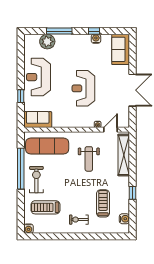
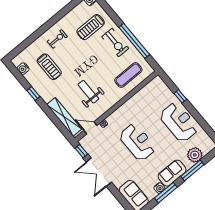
window: (94, 31) -> (166, 193), width x2.17
window: (133, 117) -> (81, 151), added
sofa: (38, 120) -> (172, 173), moved, turned 180
door: (111, 130) -> (90, 128), swing flipped
exercise mat: (47, 146) -> (128, 75), width x0.73, depth x0.69
treadmill: (45, 207) -> (91, 27), turned 180

